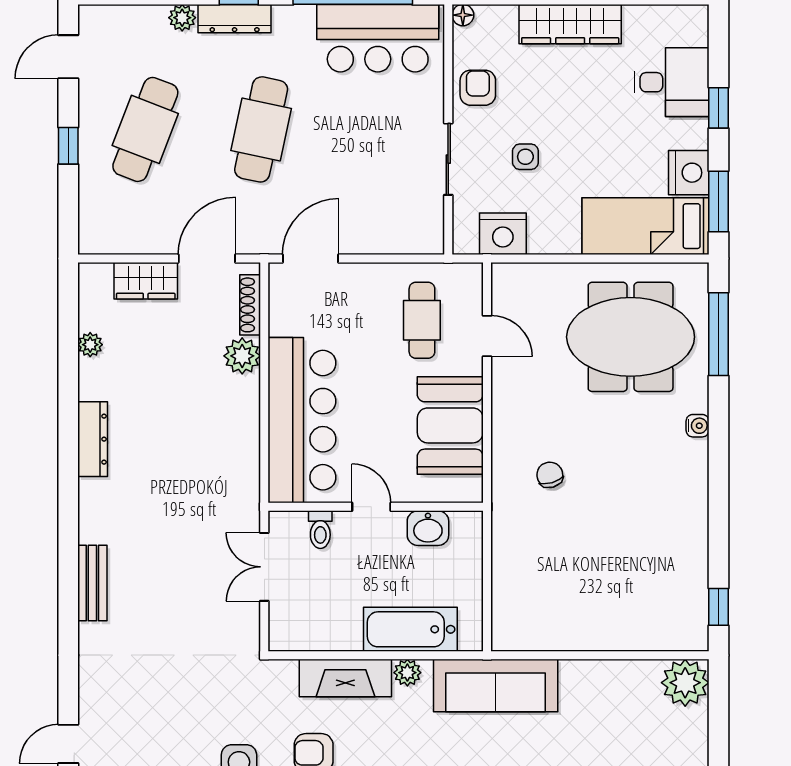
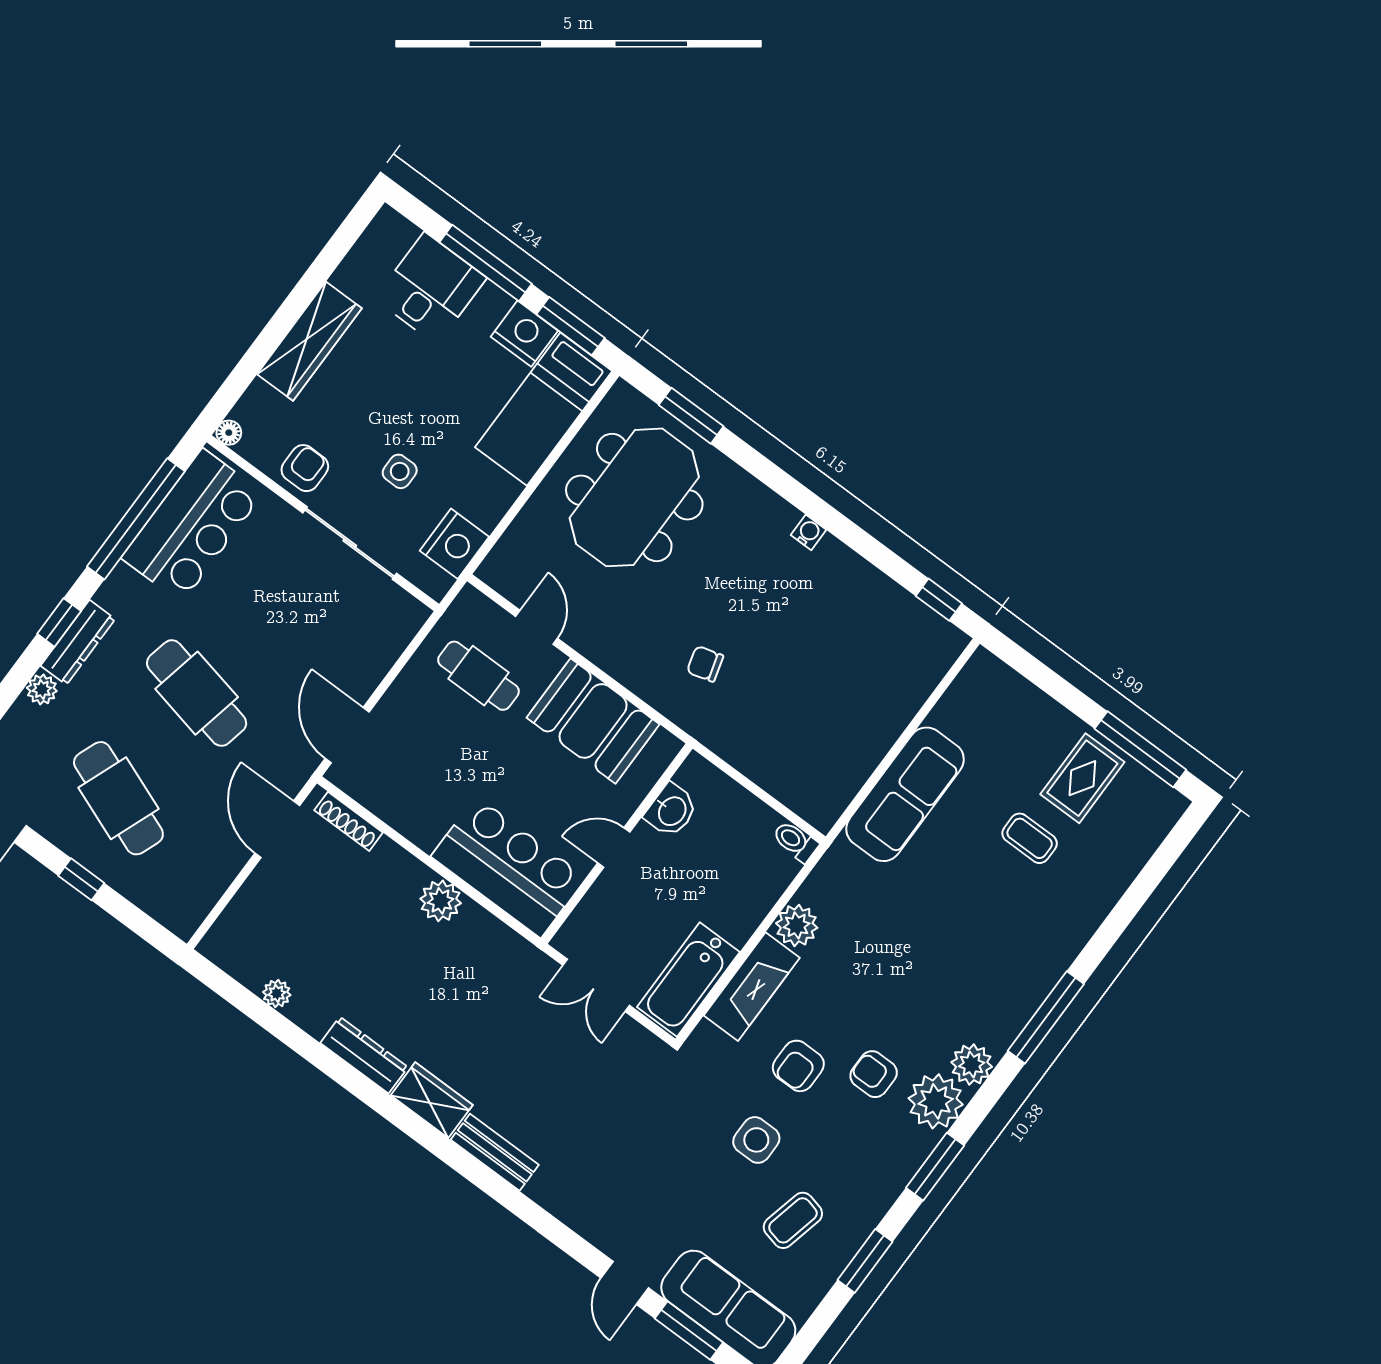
armchair: (478, 88) -> (305, 468), turned 90
window: (718, 108) -> (486, 263), width x2.17
sliding door: (448, 159) -> (350, 543), width x1.37
wardrobe: (146, 281) -> (432, 1100), moved, turned -90
window: (718, 334) -> (691, 416), width x0.69
door: (487, 336) -> (537, 627), hinge flipped
plant: (242, 356) -> (441, 901), moved
bar counter: (302, 420) -> (508, 867), width x0.73
water cooler: (697, 426) -> (808, 532), moved
toilet: (320, 530) -> (795, 841), moved, turned 180
bathtub: (410, 629) -> (688, 979), moved
plant: (407, 673) -> (797, 925), width x1.38, depth x1.38
plant: (685, 683) -> (985, 681), removed
sofa: (496, 685) -> (905, 794), moved

